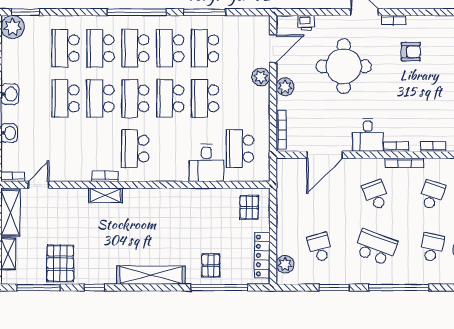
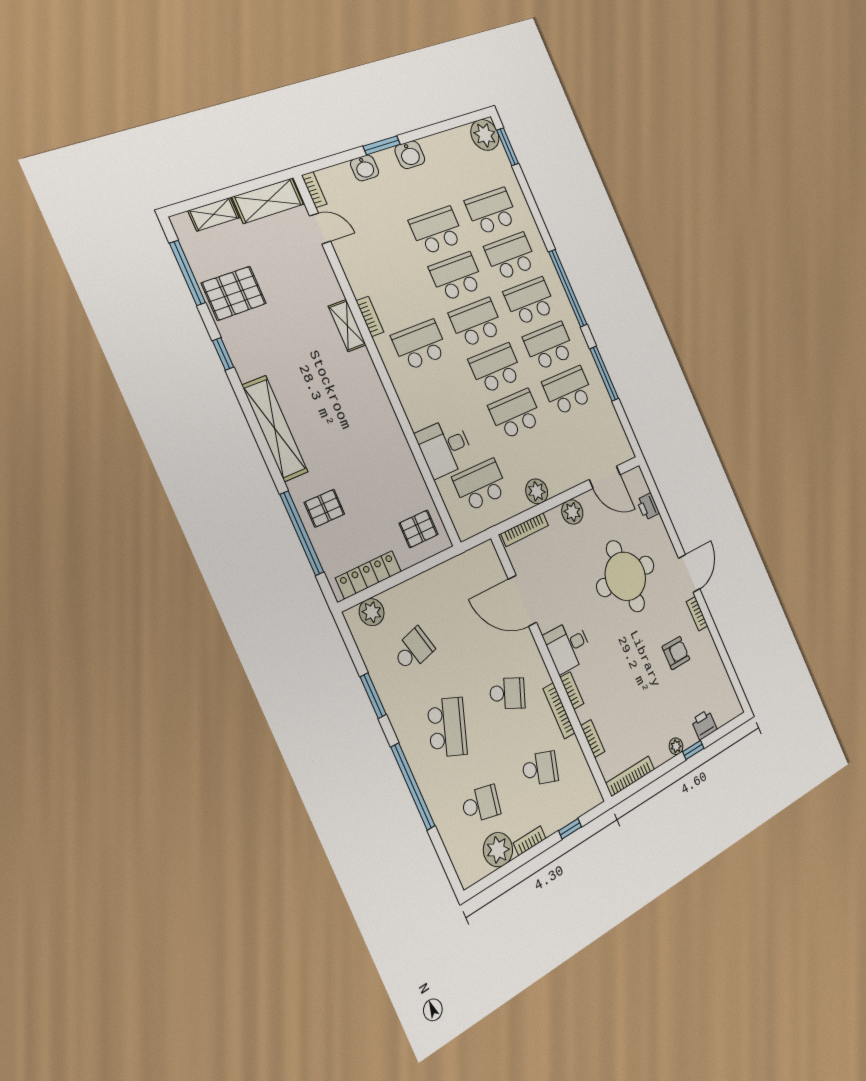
armchair: (411, 52) -> (676, 653), turned -90
plant: (261, 77) -> (537, 491), moved
school desk: (376, 195) -> (507, 693), turned 45

